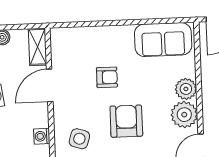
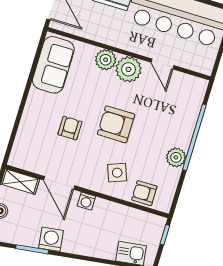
washing machine: (42, 136) -> (86, 201), moved
side table: (79, 139) -> (117, 173), turned -38

